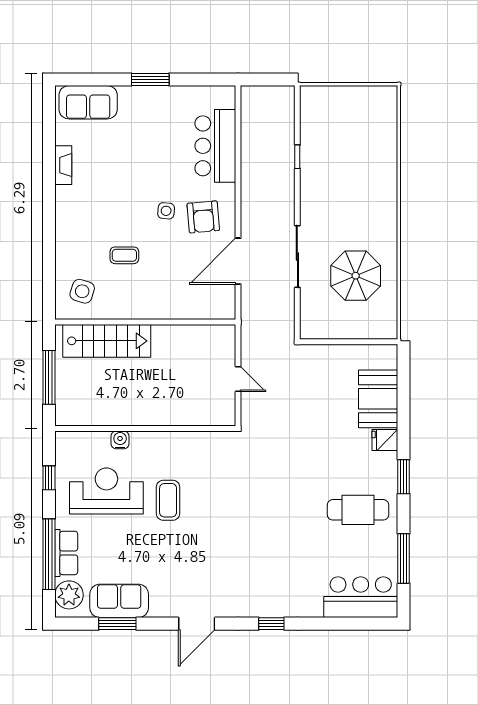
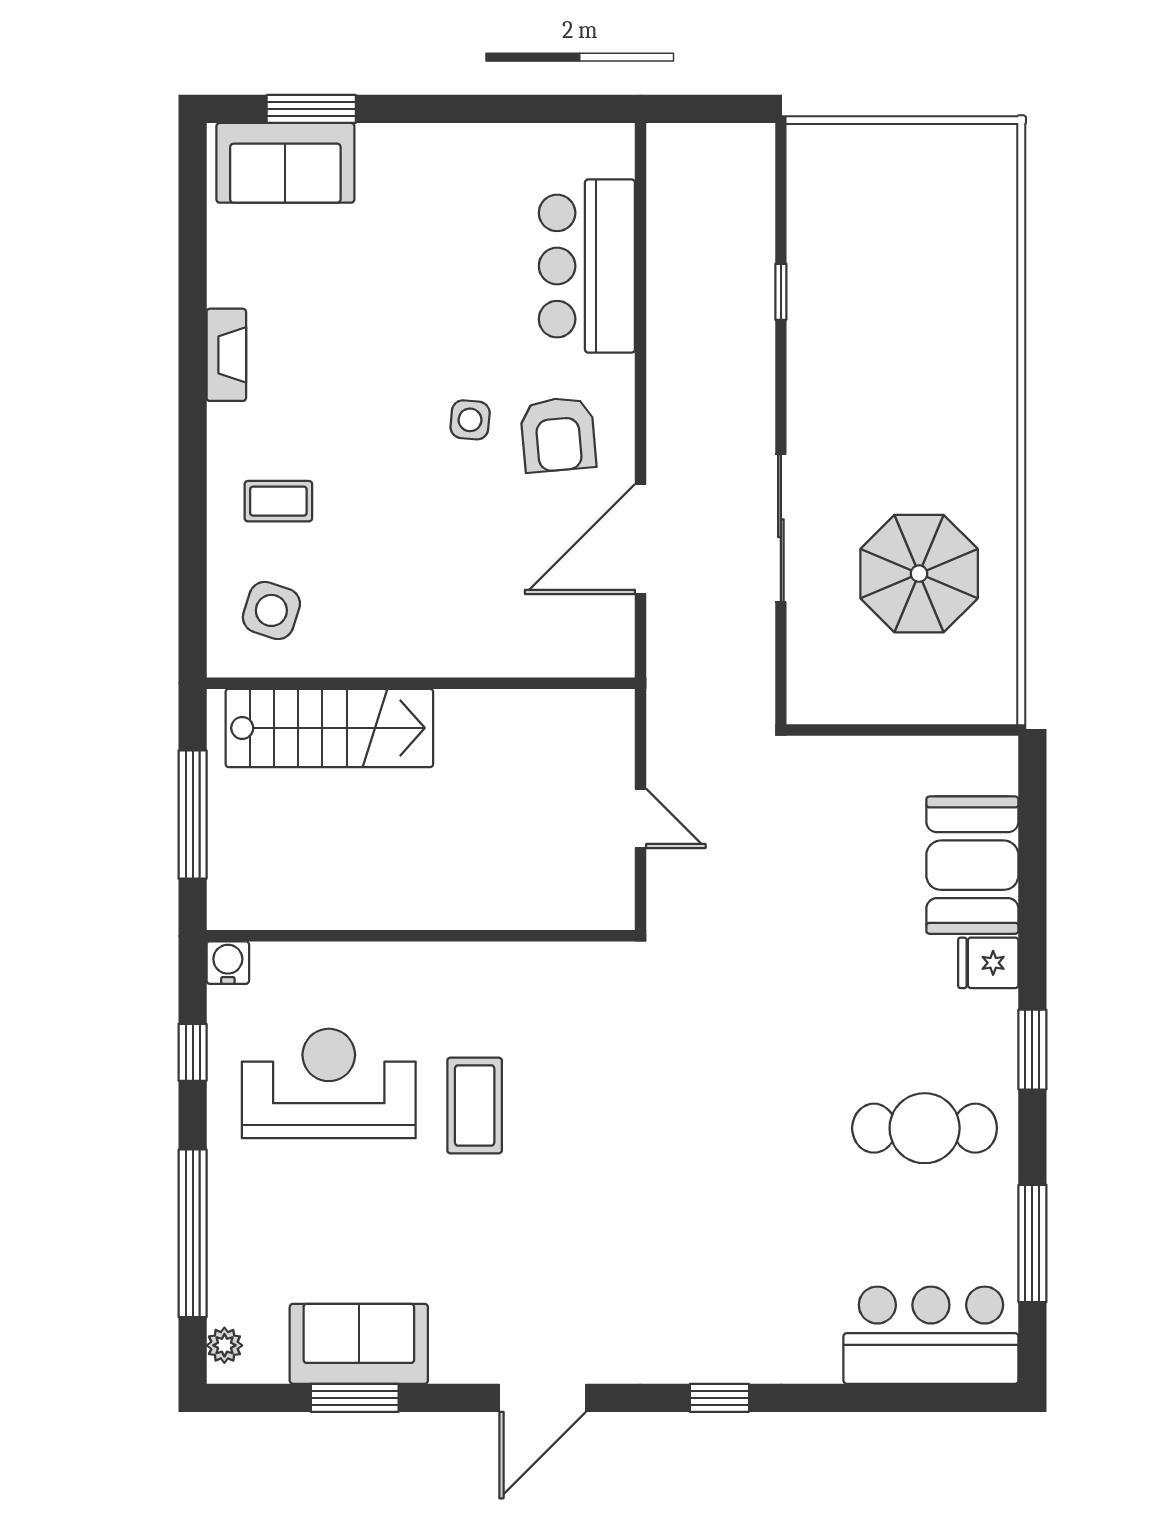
window: (150, 80) -> (311, 109), moved
fireplace: (63, 165) -> (226, 355), moved
coffee table: (124, 255) -> (278, 501), moved
water cooler: (120, 440) -> (228, 963), moved
row of seats: (66, 553) -> (233, 1230), removed
plant: (69, 595) -> (224, 1345), width x0.53, depth x0.53

